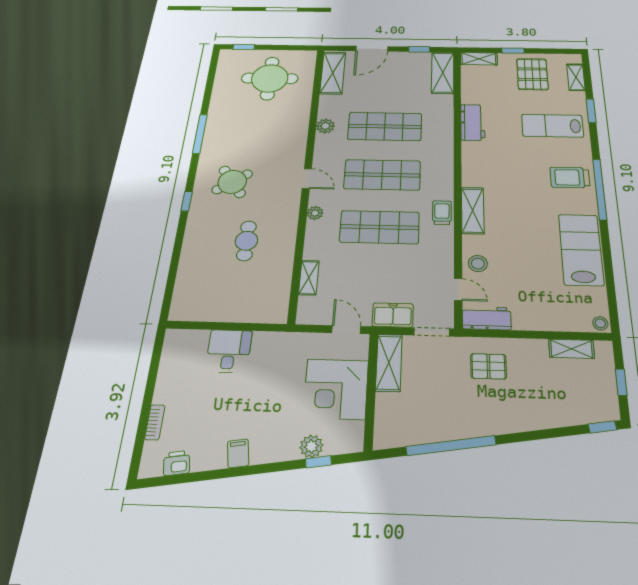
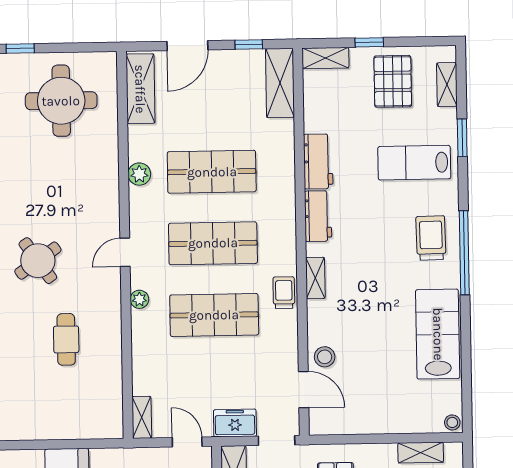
trolley: (570, 177) -> (431, 238), turned 89
door: (307, 179) -> (125, 252), swing flipped
shelving: (473, 210) -> (315, 278), width x0.67, depth x0.75
shelving: (309, 278) -> (142, 417), moved
door: (458, 289) -> (304, 390), width x1.38
workbench: (487, 318) -> (318, 216), moved, turned 90

